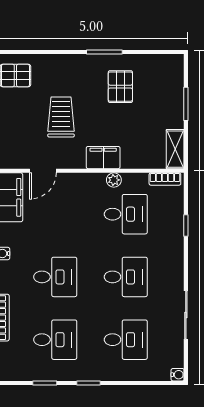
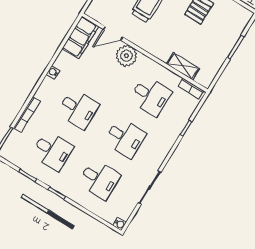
shelving: (175, 149) -> (183, 66), moved, turned 90
filing cabinet: (103, 158) -> (159, 49), removed
plant: (114, 180) -> (126, 56), moved, width x1.88, depth x1.88

